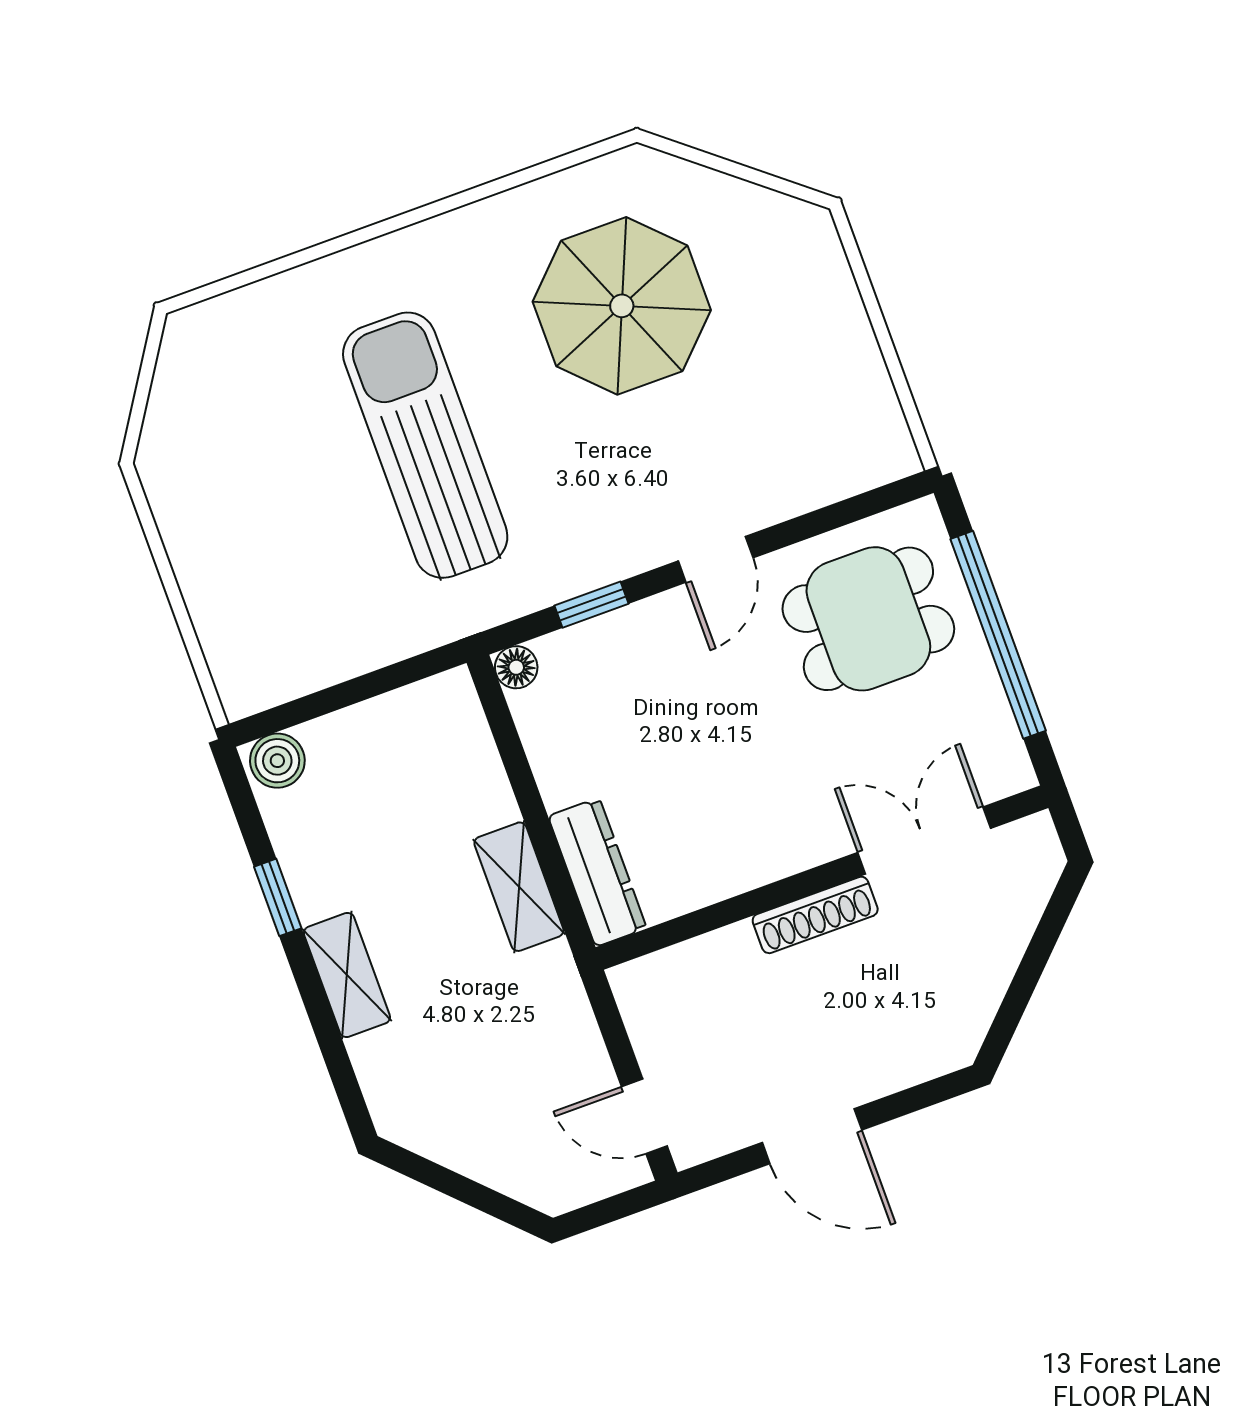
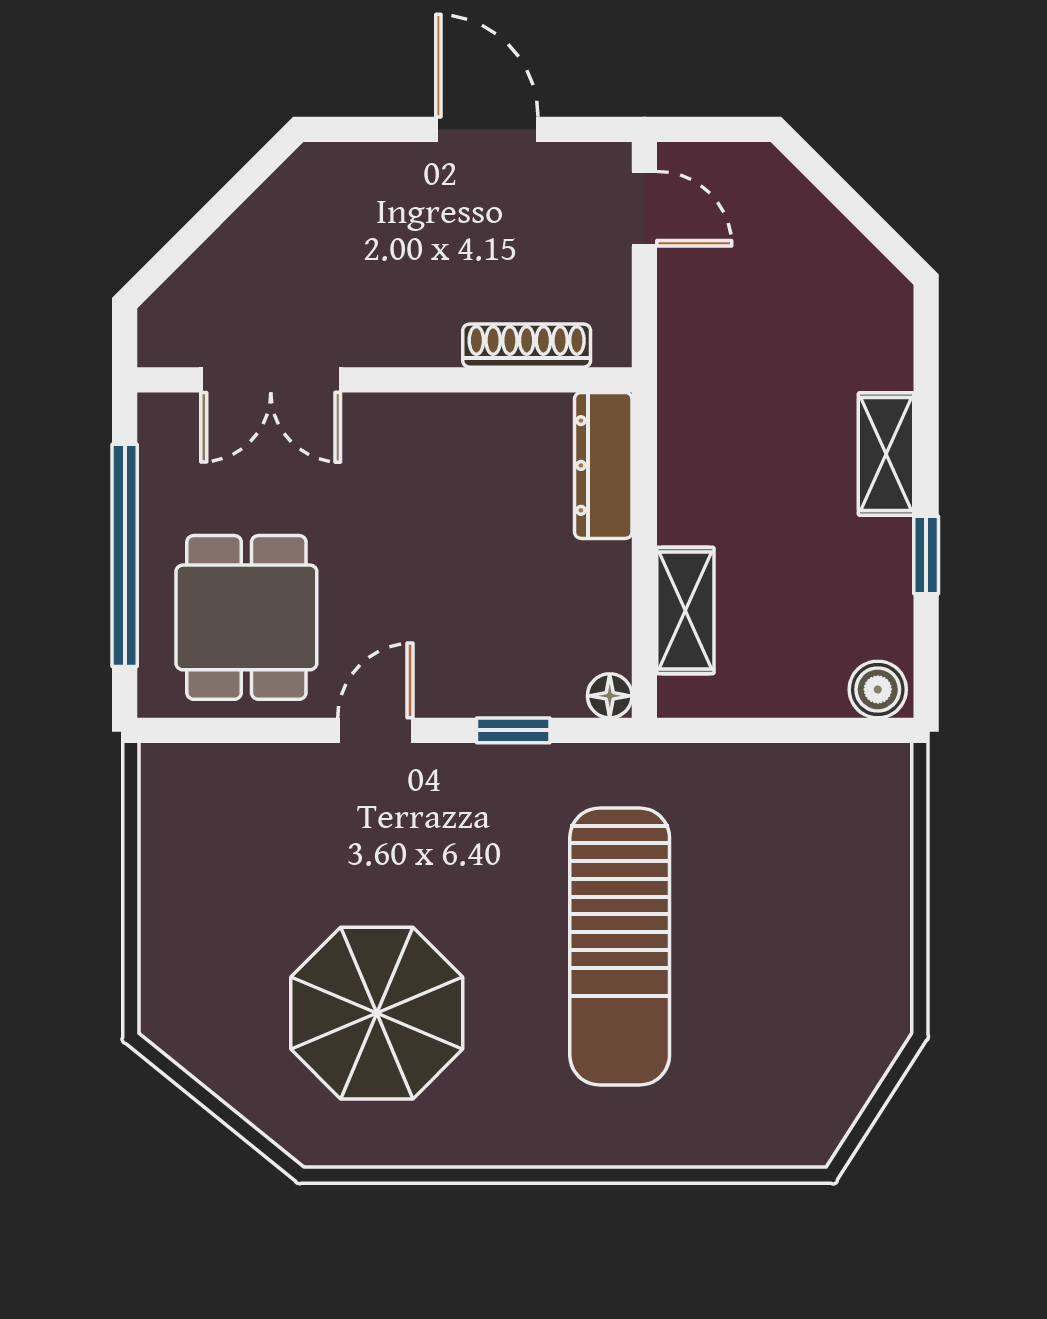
dining table: (868, 619) -> (246, 617), turned 90
shelving: (519, 887) -> (685, 610), moved
shoe rack: (815, 915) -> (527, 346), moved

